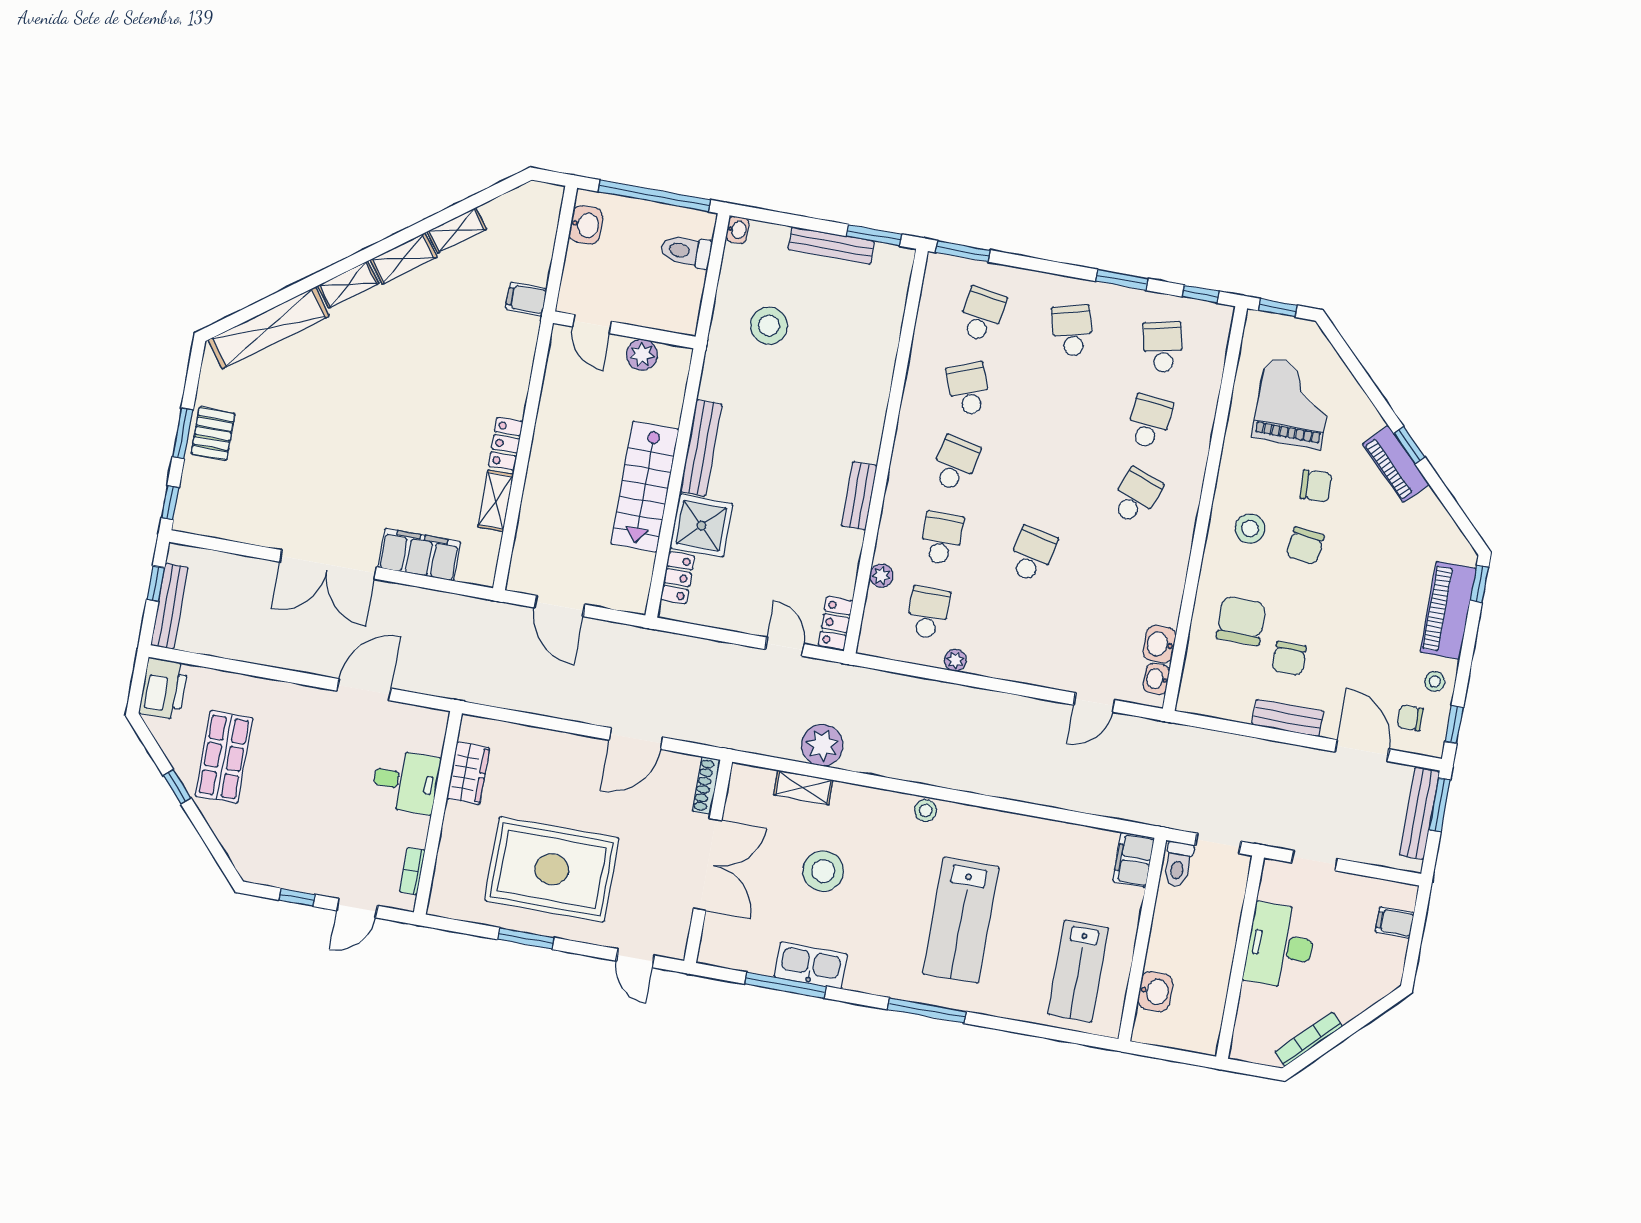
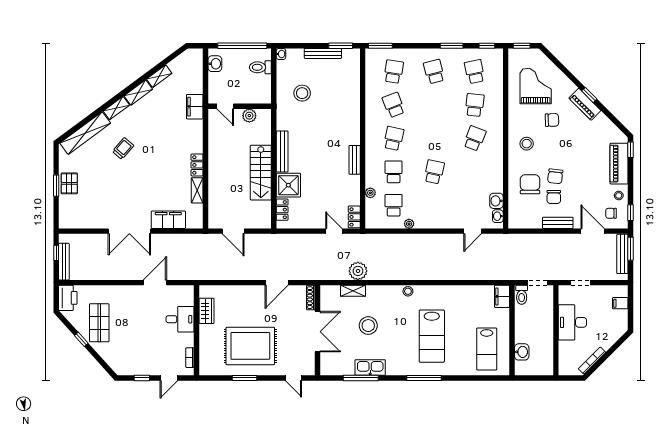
filing cabinet: (526, 299) -> (195, 107), width x2.00
trolley: (347, 378) -> (123, 149), added
window: (170, 503) -> (56, 217), removed
chair: (1305, 546) -> (555, 176), moved

